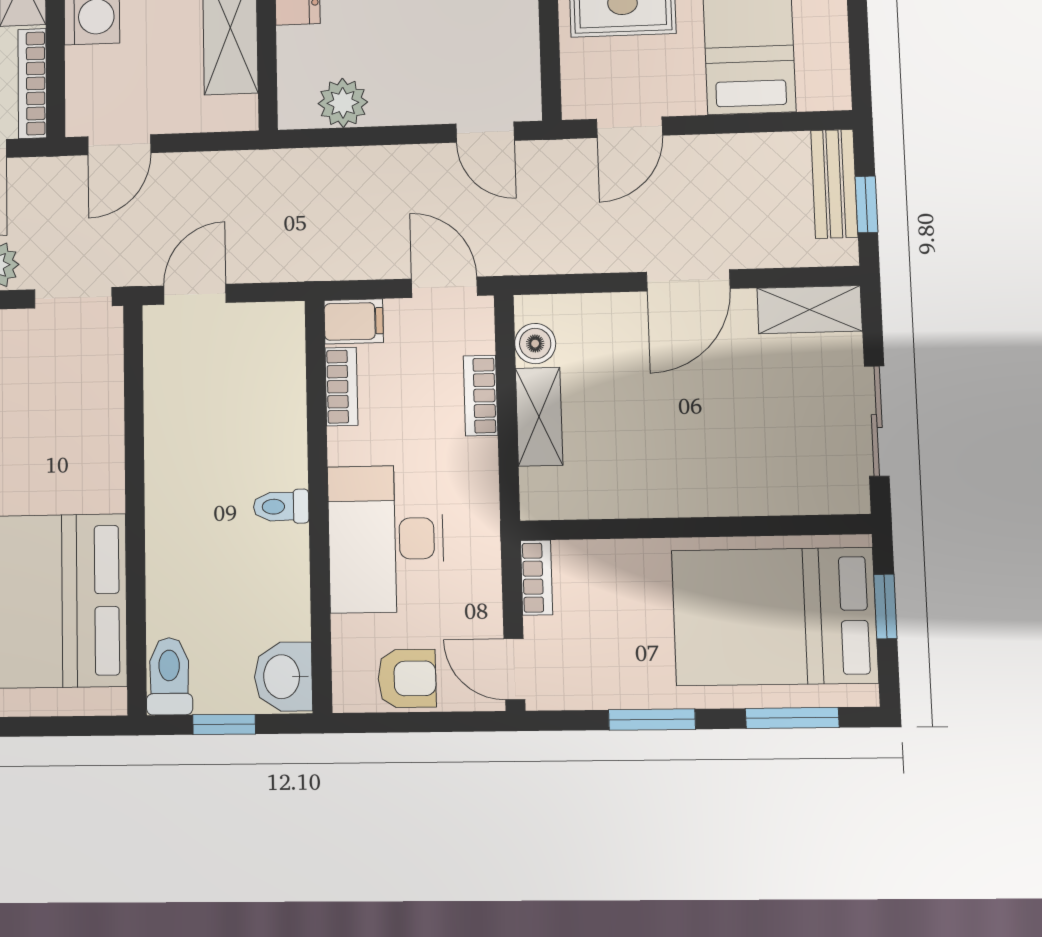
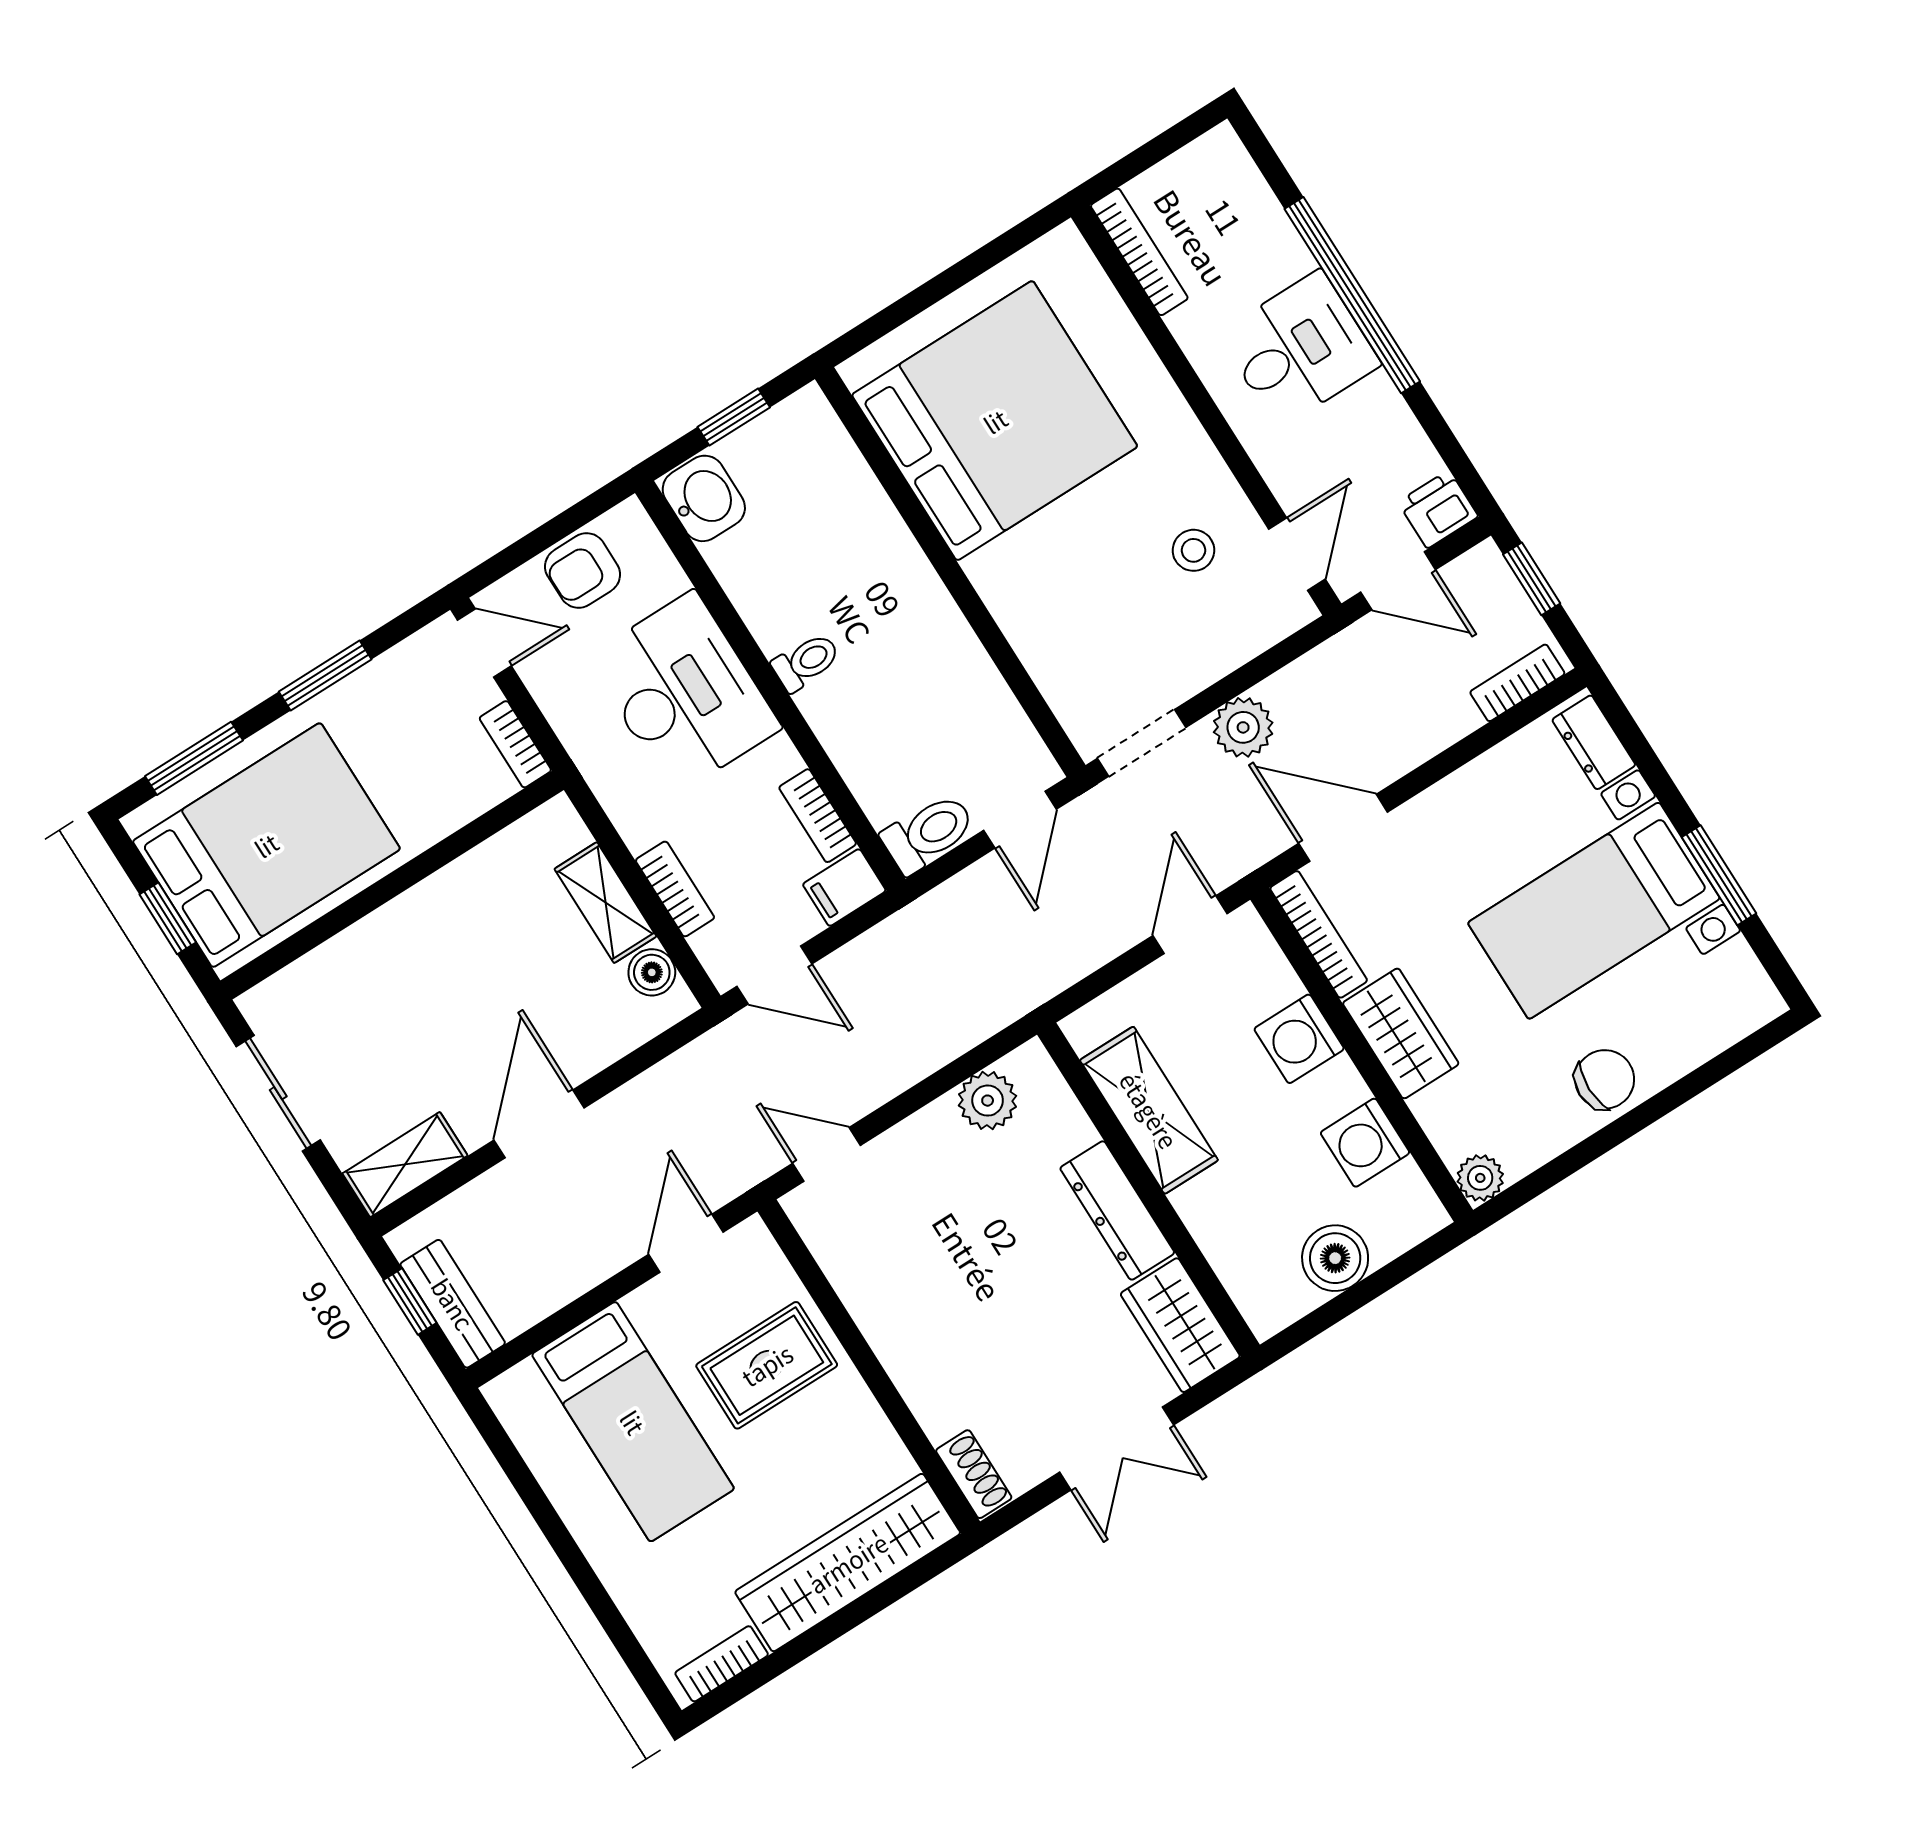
toilet: (169, 676) -> (928, 833), moved, turned -90

